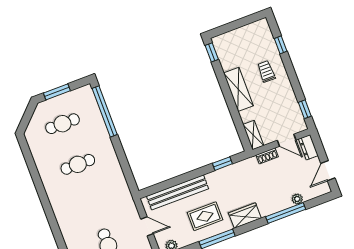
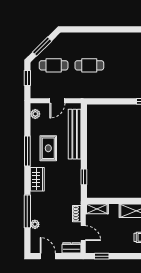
door: (287, 140) -> (83, 233), swing flipped
cafe table: (78, 164) -> (89, 65), moved, turned 90

